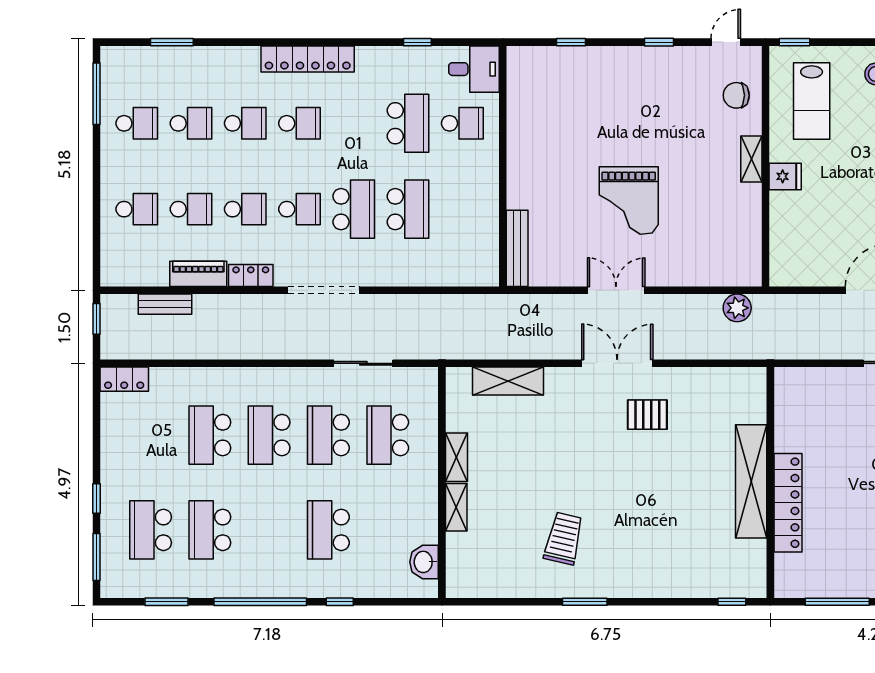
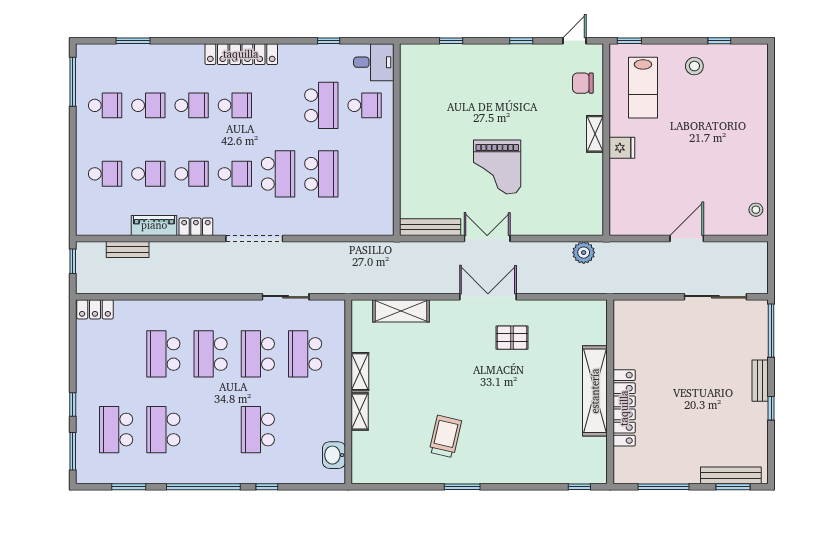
bench: (517, 248) -> (430, 227), moved, turned 90

